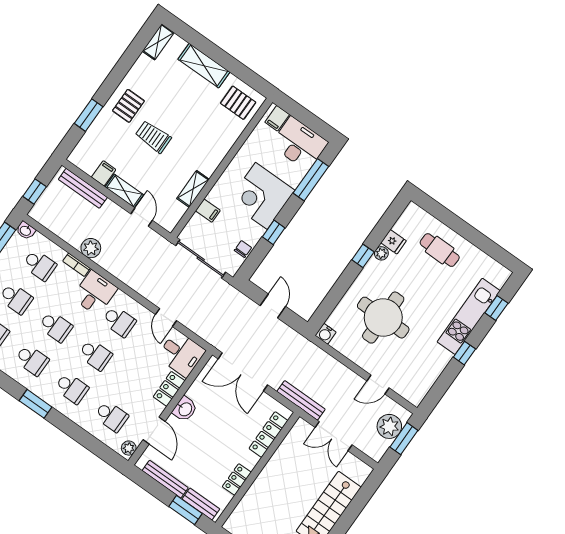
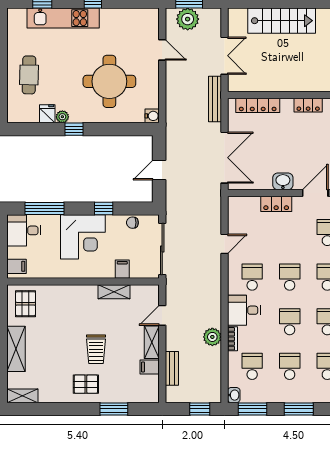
desk: (299, 144) -> (24, 230), width x0.73
bench: (83, 188) -> (172, 368), width x0.73
desk: (181, 354) -> (244, 213), removed

